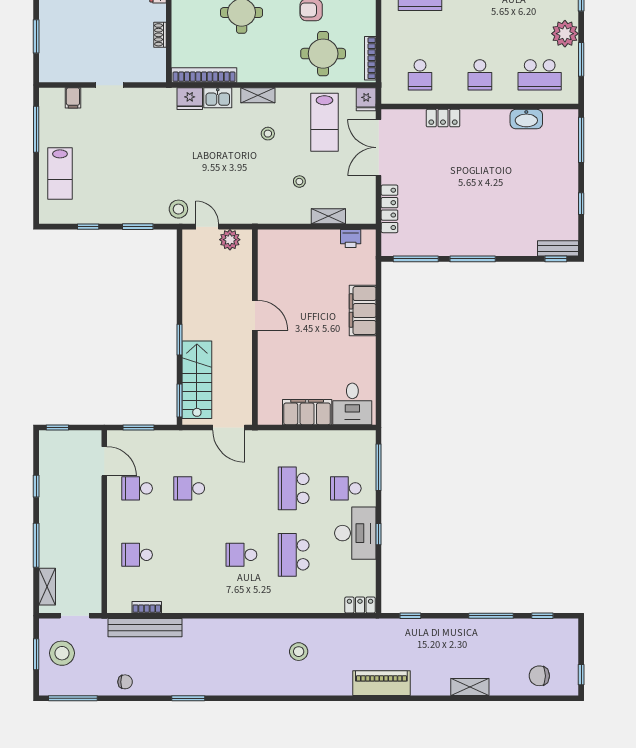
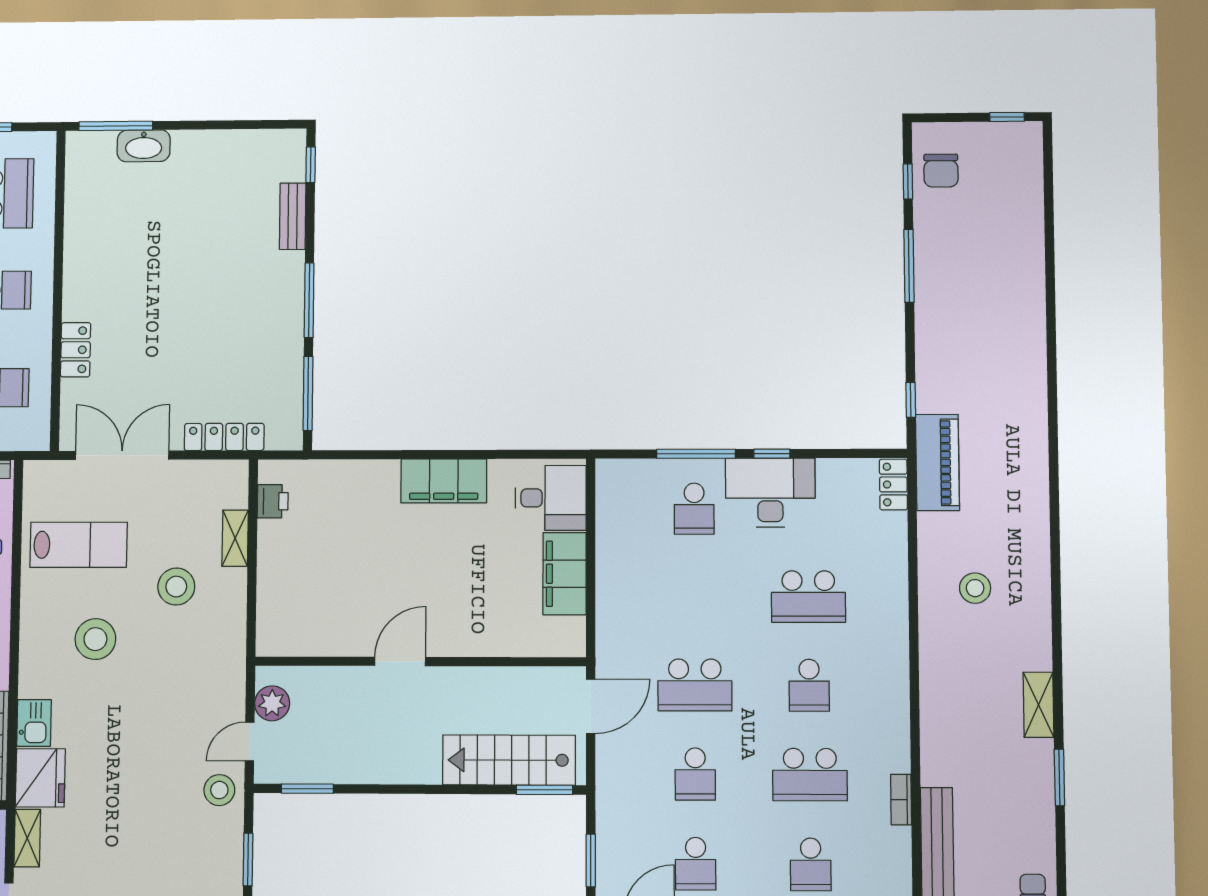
shelving: (258, 95) -> (27, 838), moved
fridge: (190, 99) -> (40, 778), width x1.36, depth x1.34
fridge: (366, 99) -> (42, 476), removed
washbasin: (526, 119) -> (144, 146), moved, turned 90
stool: (268, 134) -> (95, 639), width x1.89, depth x1.89
double door: (379, 148) -> (122, 455), swing flipped
stool: (299, 182) -> (176, 587), width x1.89, depth x1.89
window: (581, 204) -> (220, 125), removed
bench: (558, 248) -> (293, 216), moved
filing cabinet: (363, 311) -> (444, 481), moved
window: (180, 340) -> (307, 789), moved
window: (379, 467) -> (696, 454), moved
school desk: (294, 488) -> (695, 685), moved
school desk: (189, 555) -> (810, 775), added
bookcase: (147, 607) -> (901, 800), moved
chair: (539, 676) -> (941, 171), moved
piano: (381, 683) -> (937, 462), moved, turned 180
shelving: (470, 687) -> (1039, 705), moved

